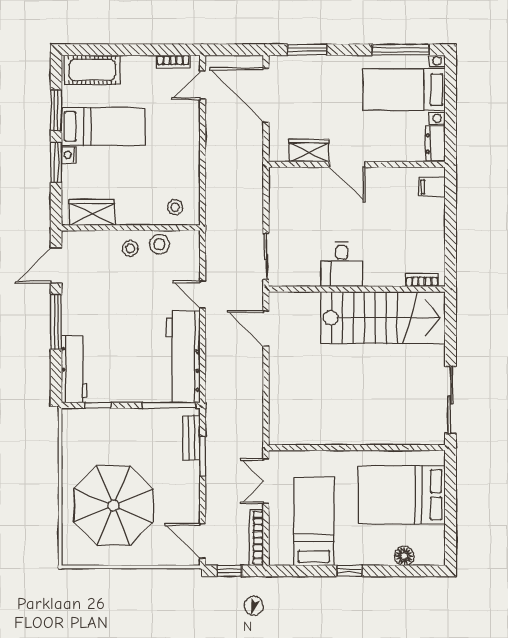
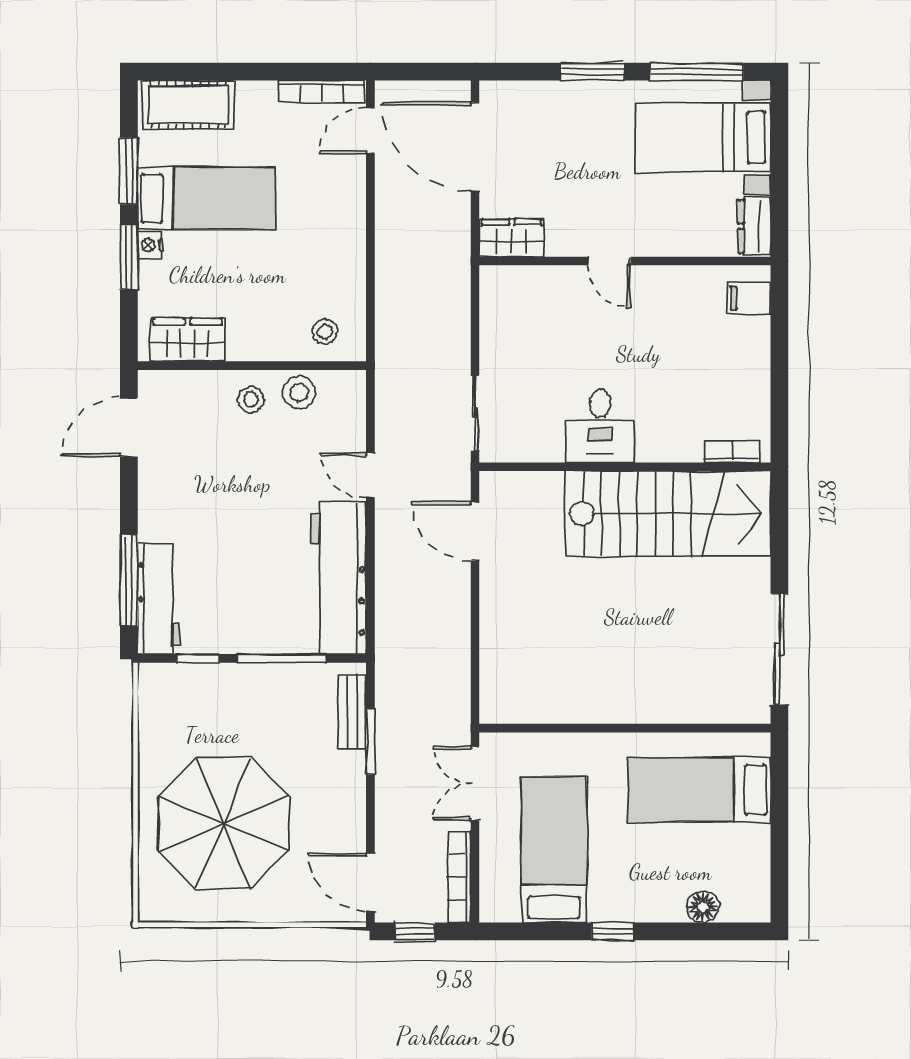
window: (307, 50) -> (592, 72), moved
bookcase: (173, 62) -> (322, 91), width x1.56
wardrobe: (309, 151) -> (512, 238), moved
door: (347, 164) -> (609, 261), width x0.73
window: (56, 322) -> (129, 580), moved
window: (169, 405) -> (282, 658), moved
bed: (402, 495) -> (699, 790), width x0.67

